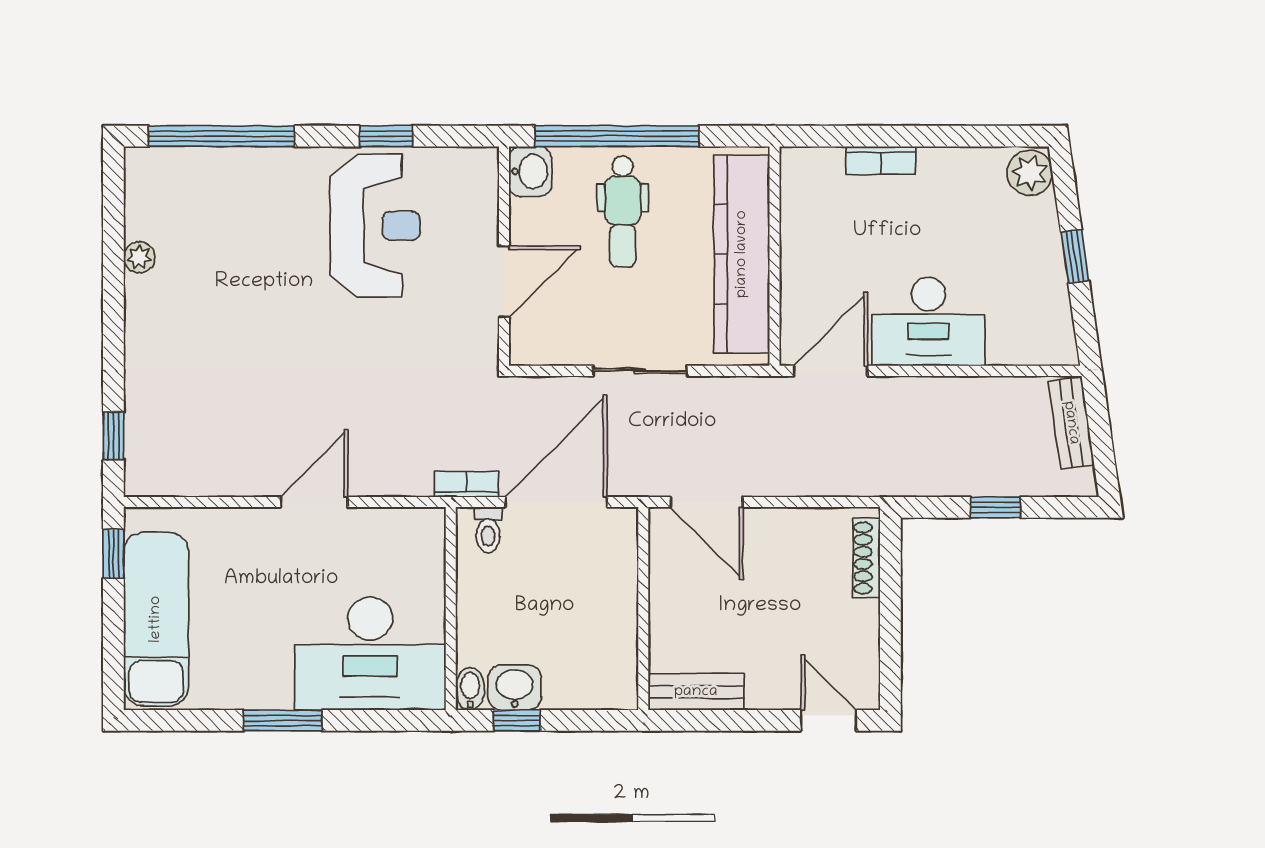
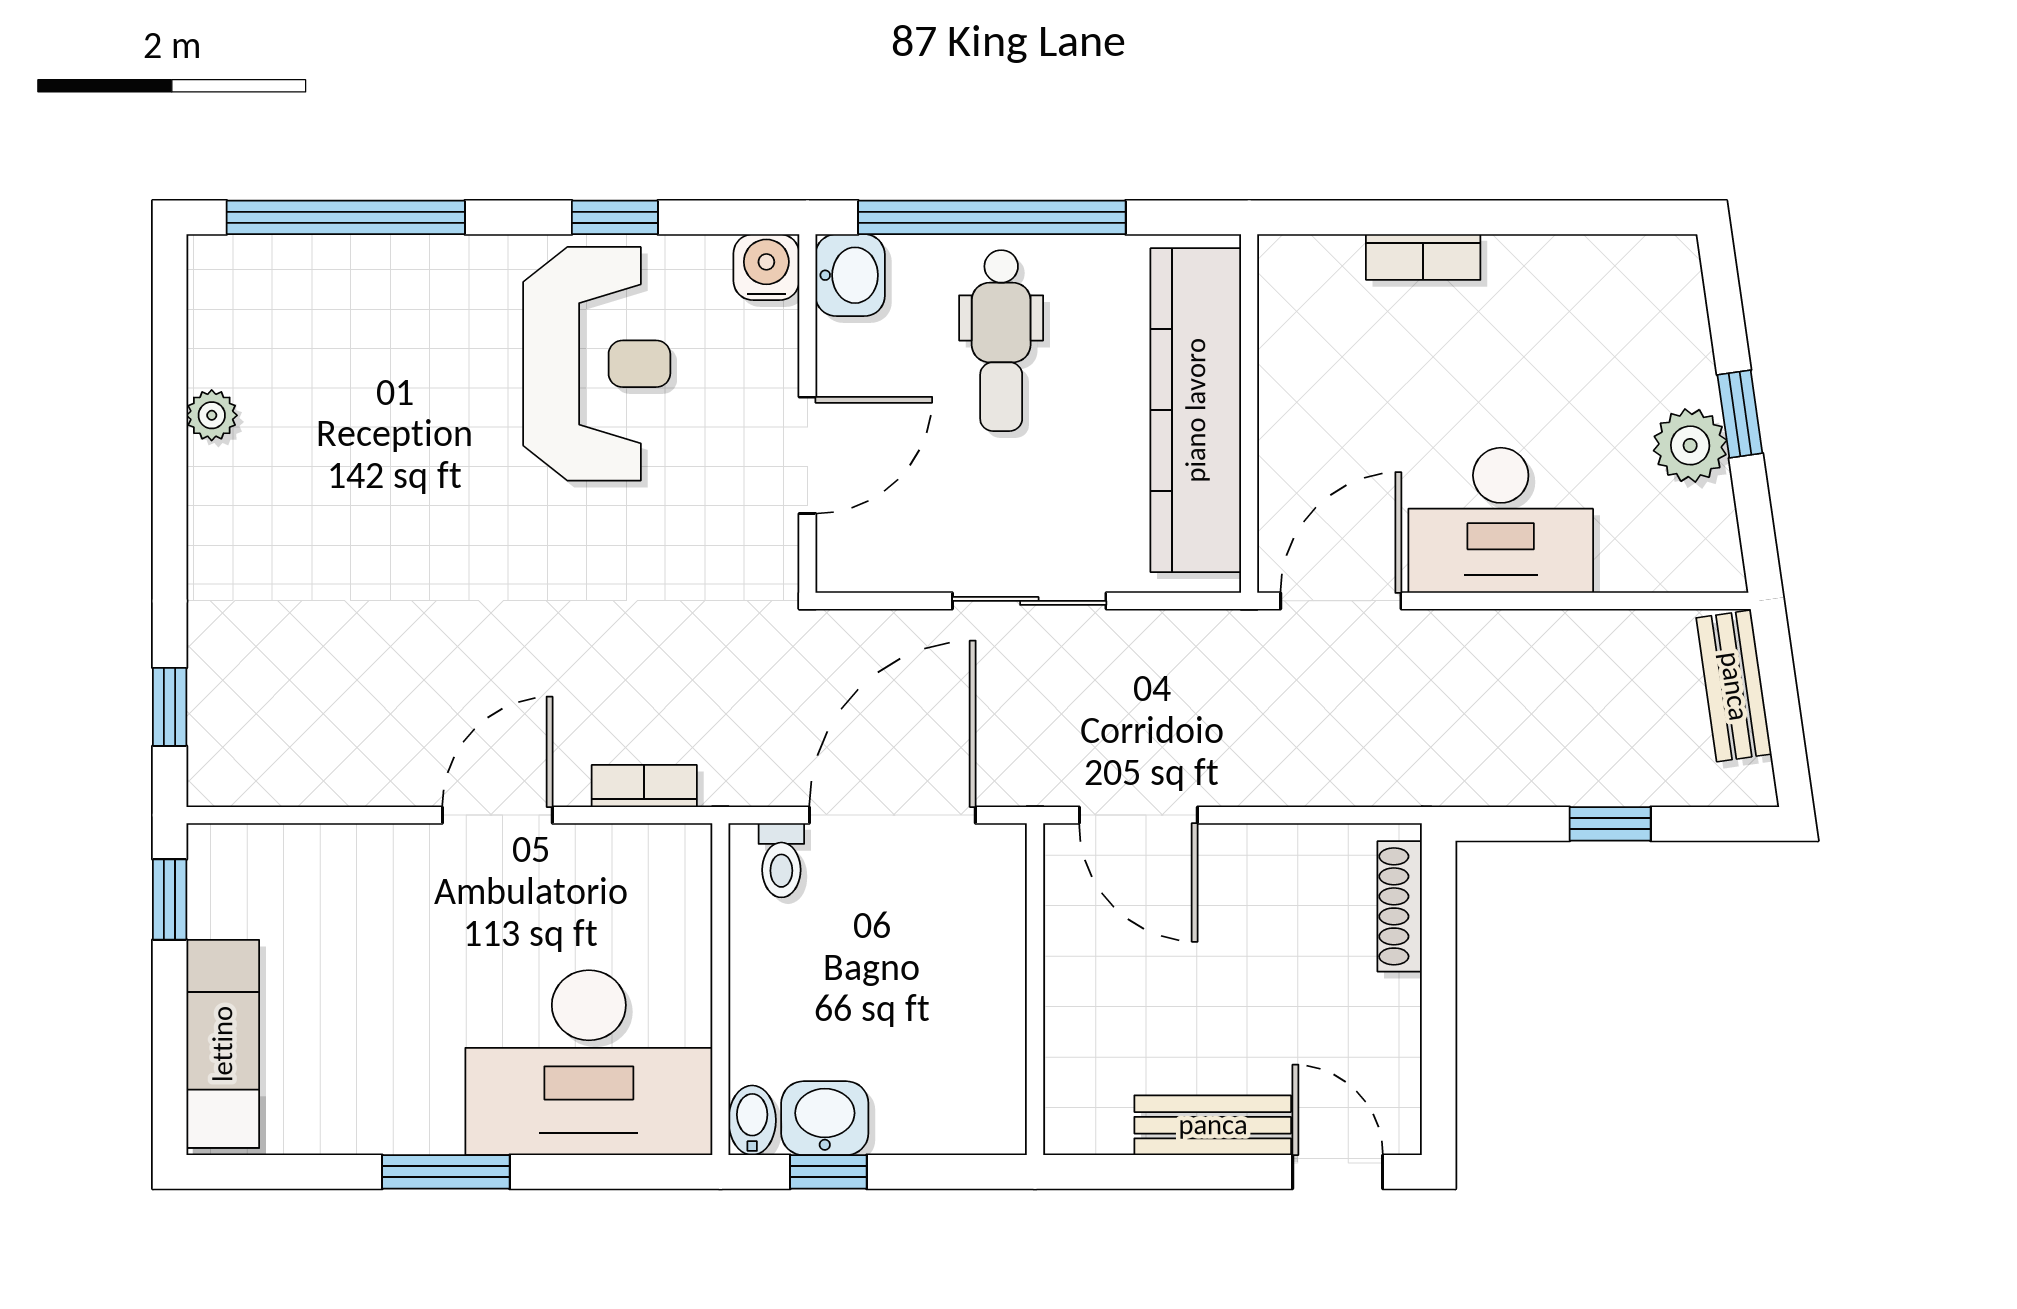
water cooler: (479, 167) -> (766, 267), added
plant: (1030, 173) -> (1690, 445), moved
bookcase: (466, 484) -> (644, 786), moved
exam couch: (156, 619) -> (223, 1044), width x0.73, depth x0.69
bench: (696, 692) -> (1213, 1125), moved

